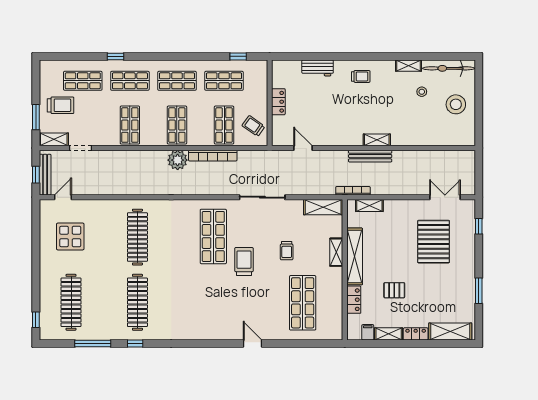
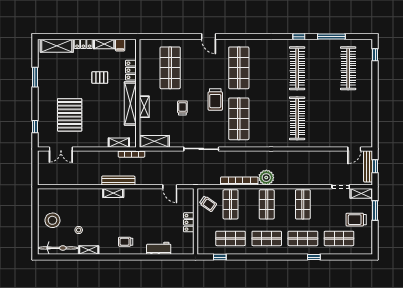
display table: (70, 236) -> (349, 119), removed
shop shelf: (213, 303) -> (239, 68), added

